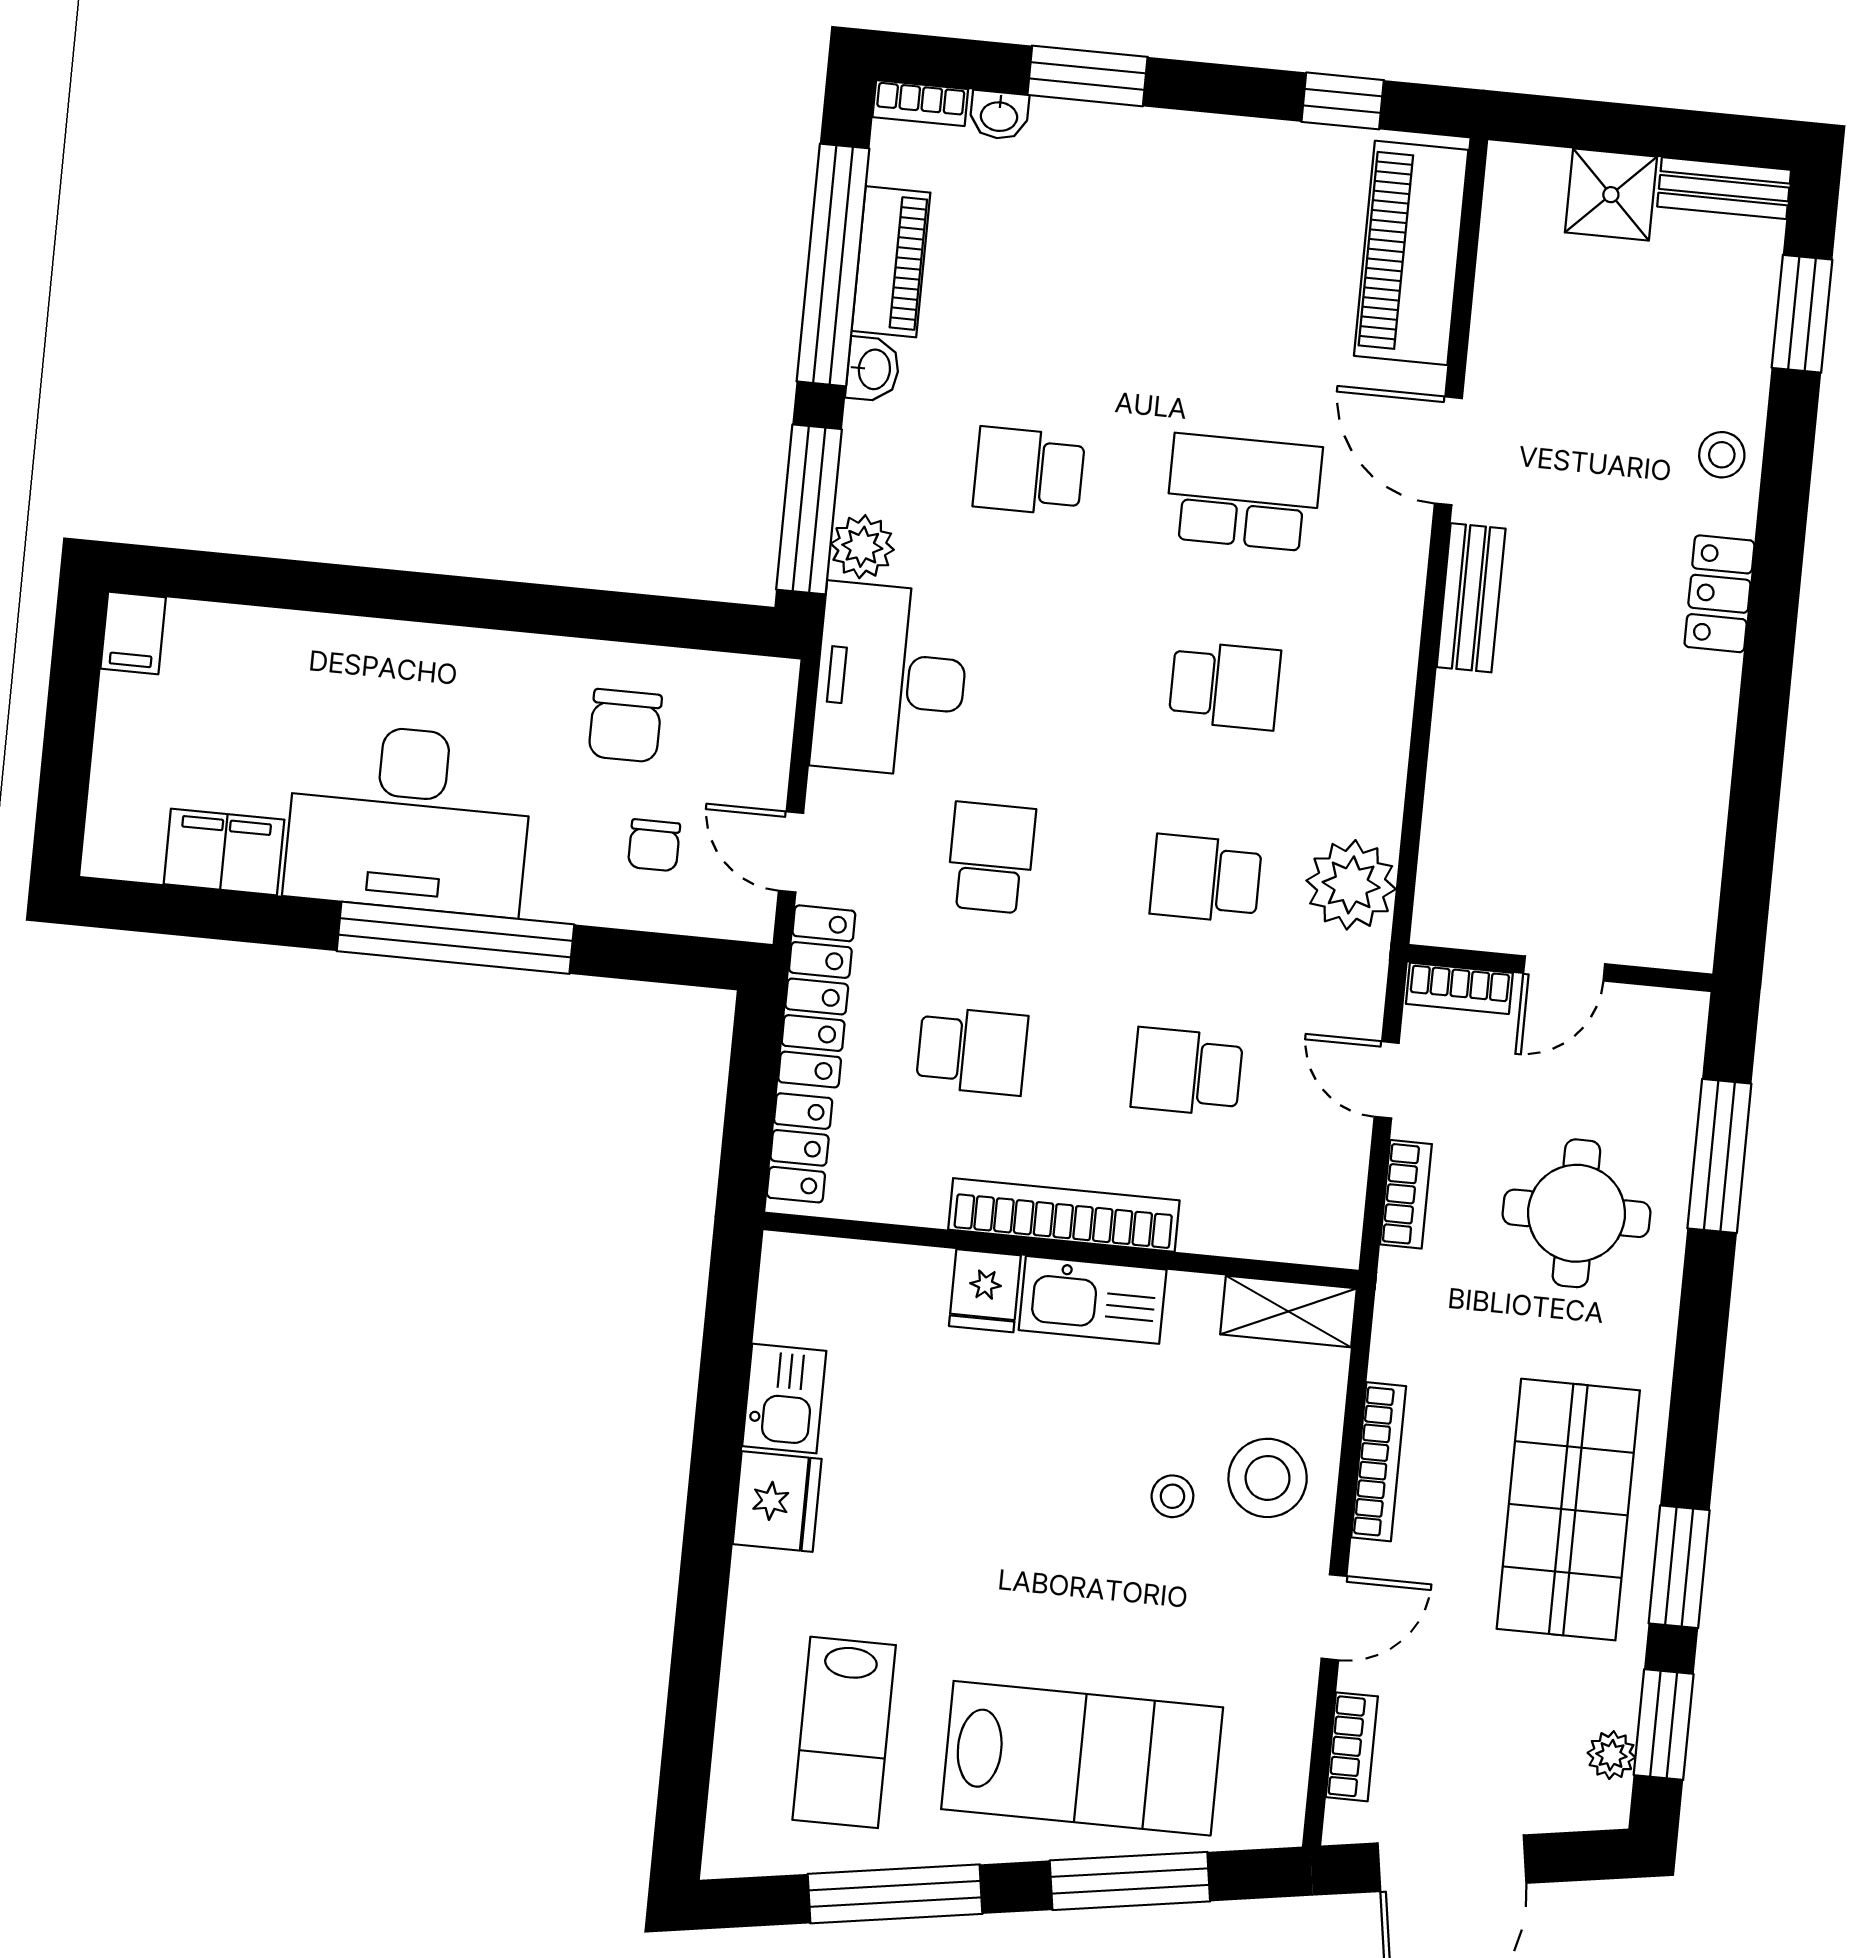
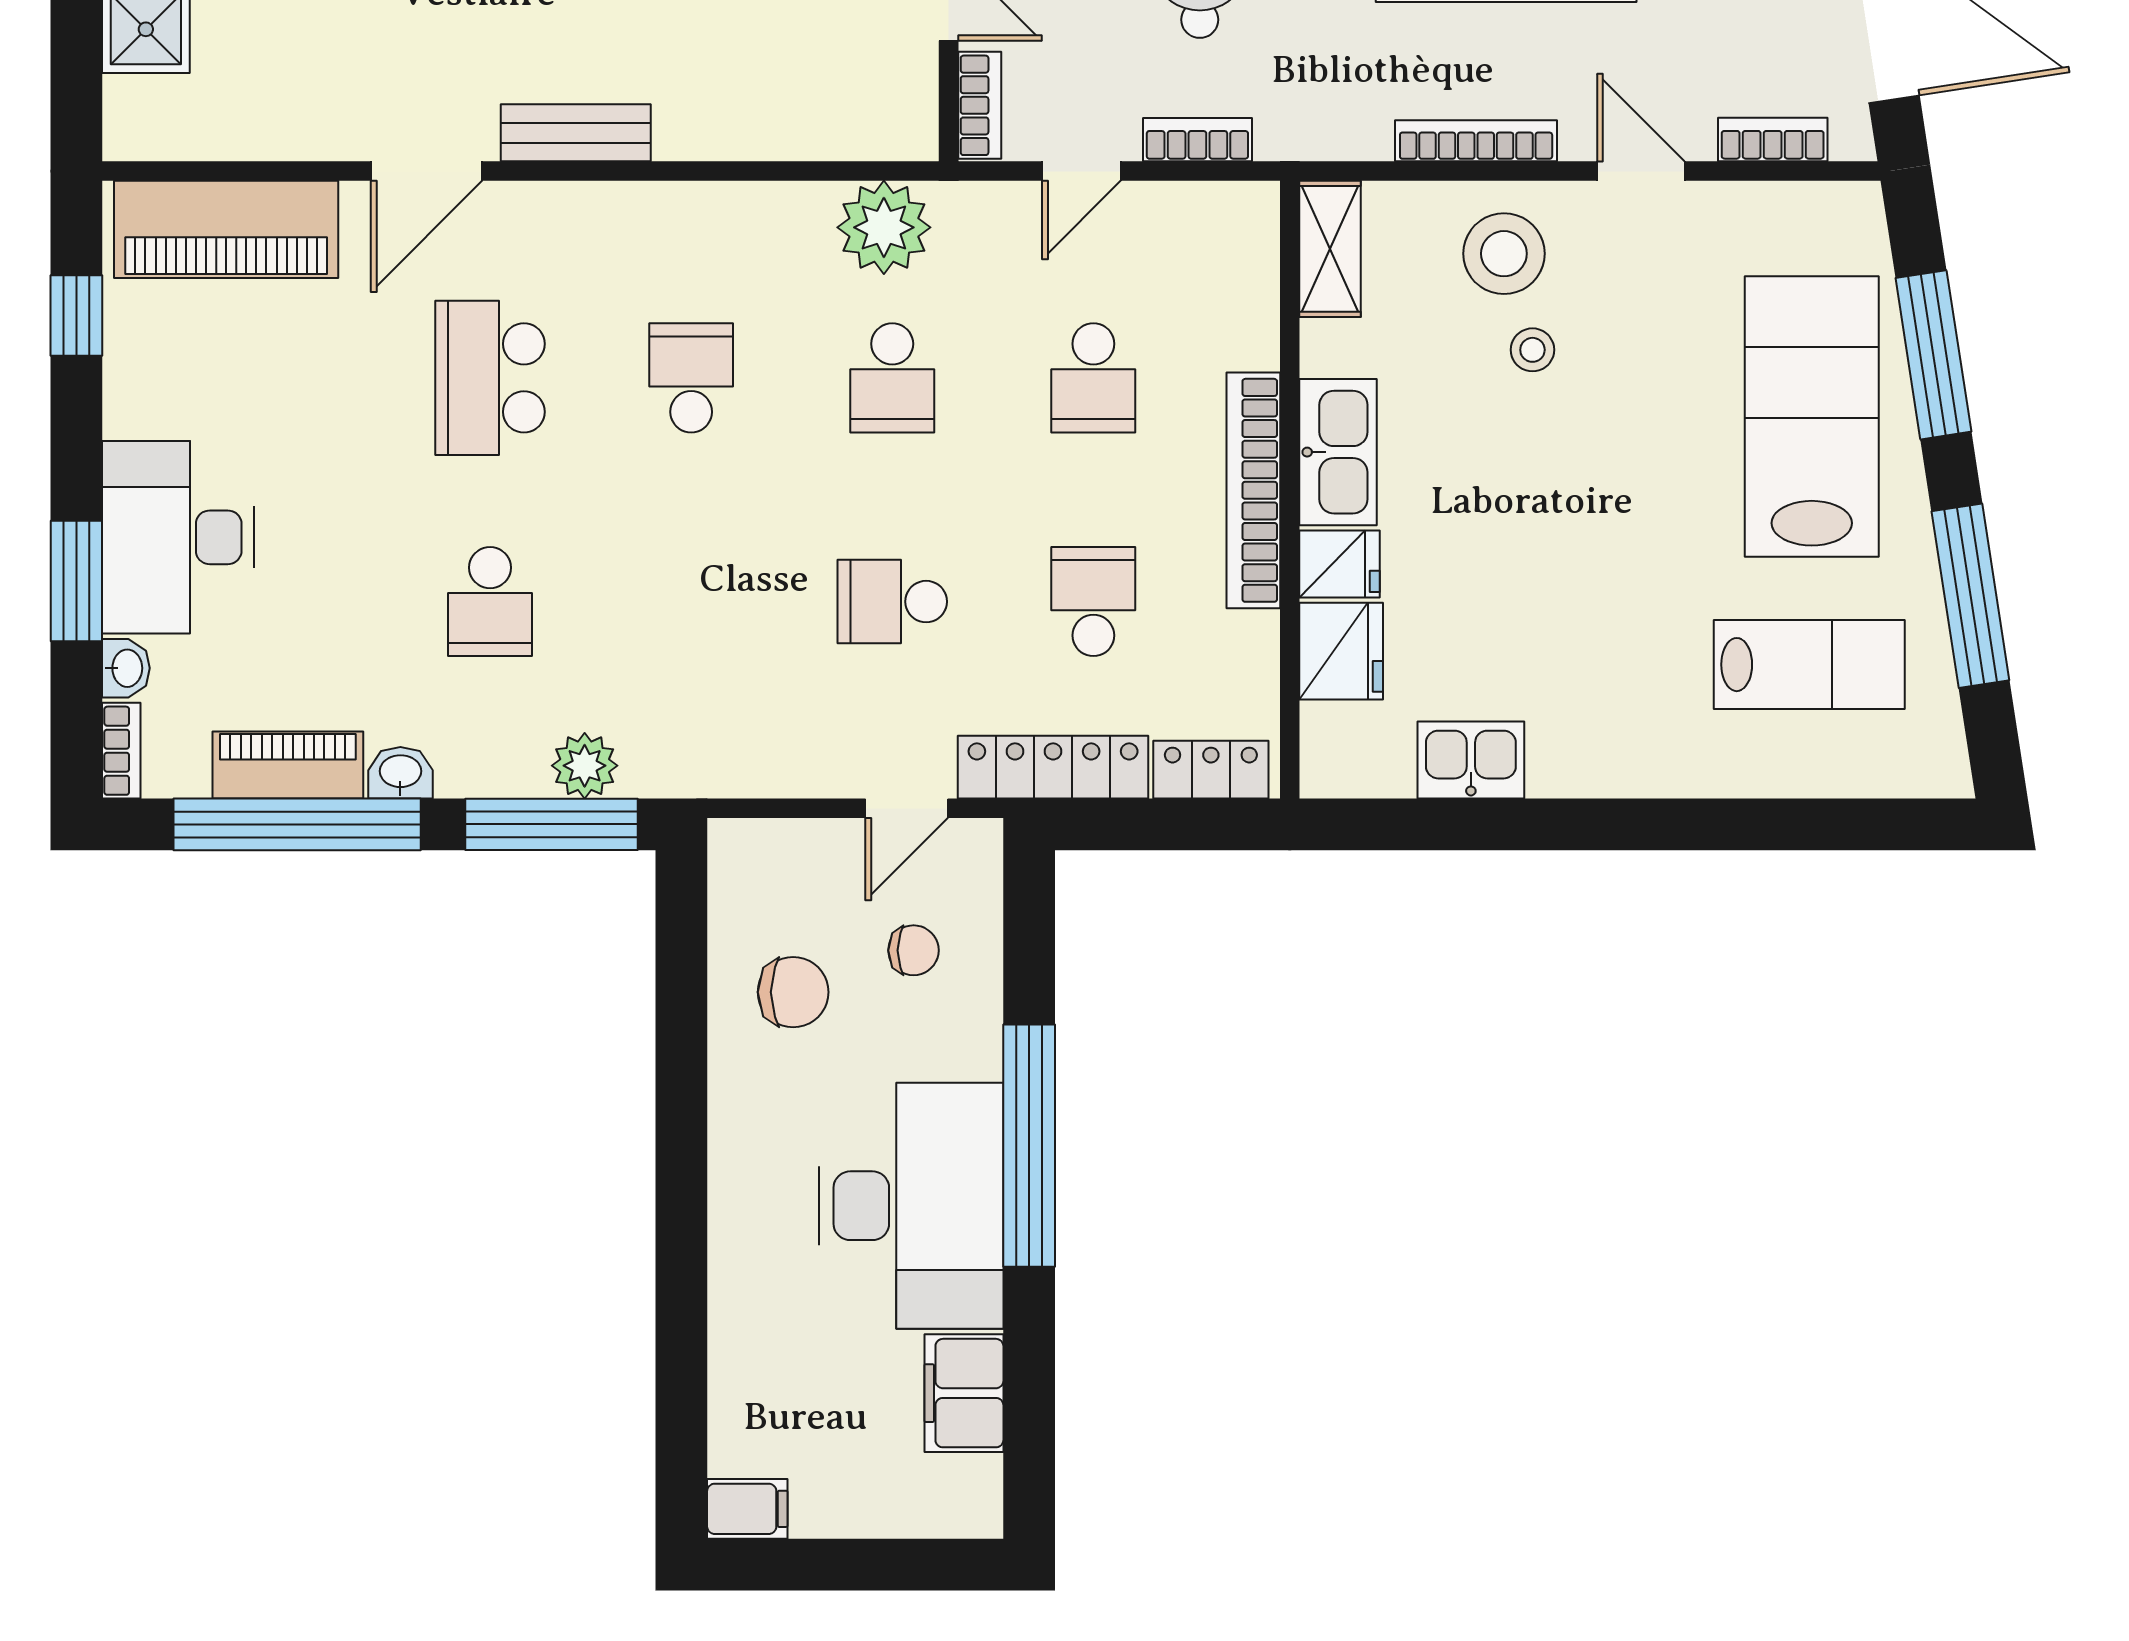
desk: (891, 680) -> (178, 537), moved, turned 90
fridge: (777, 1501) -> (1341, 651), moved, turned 90

